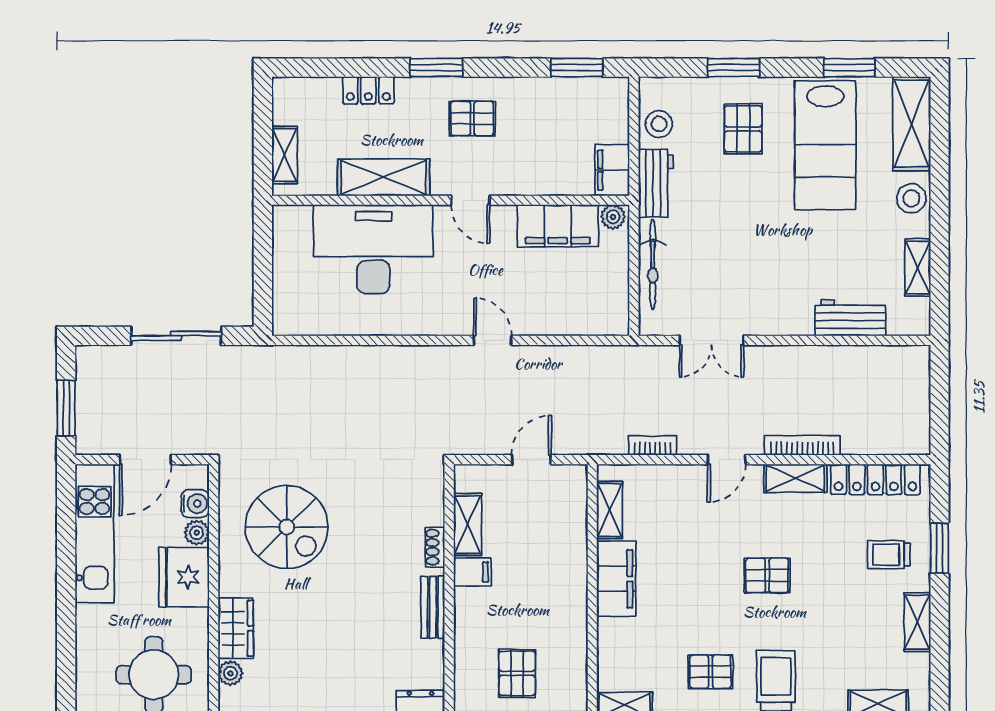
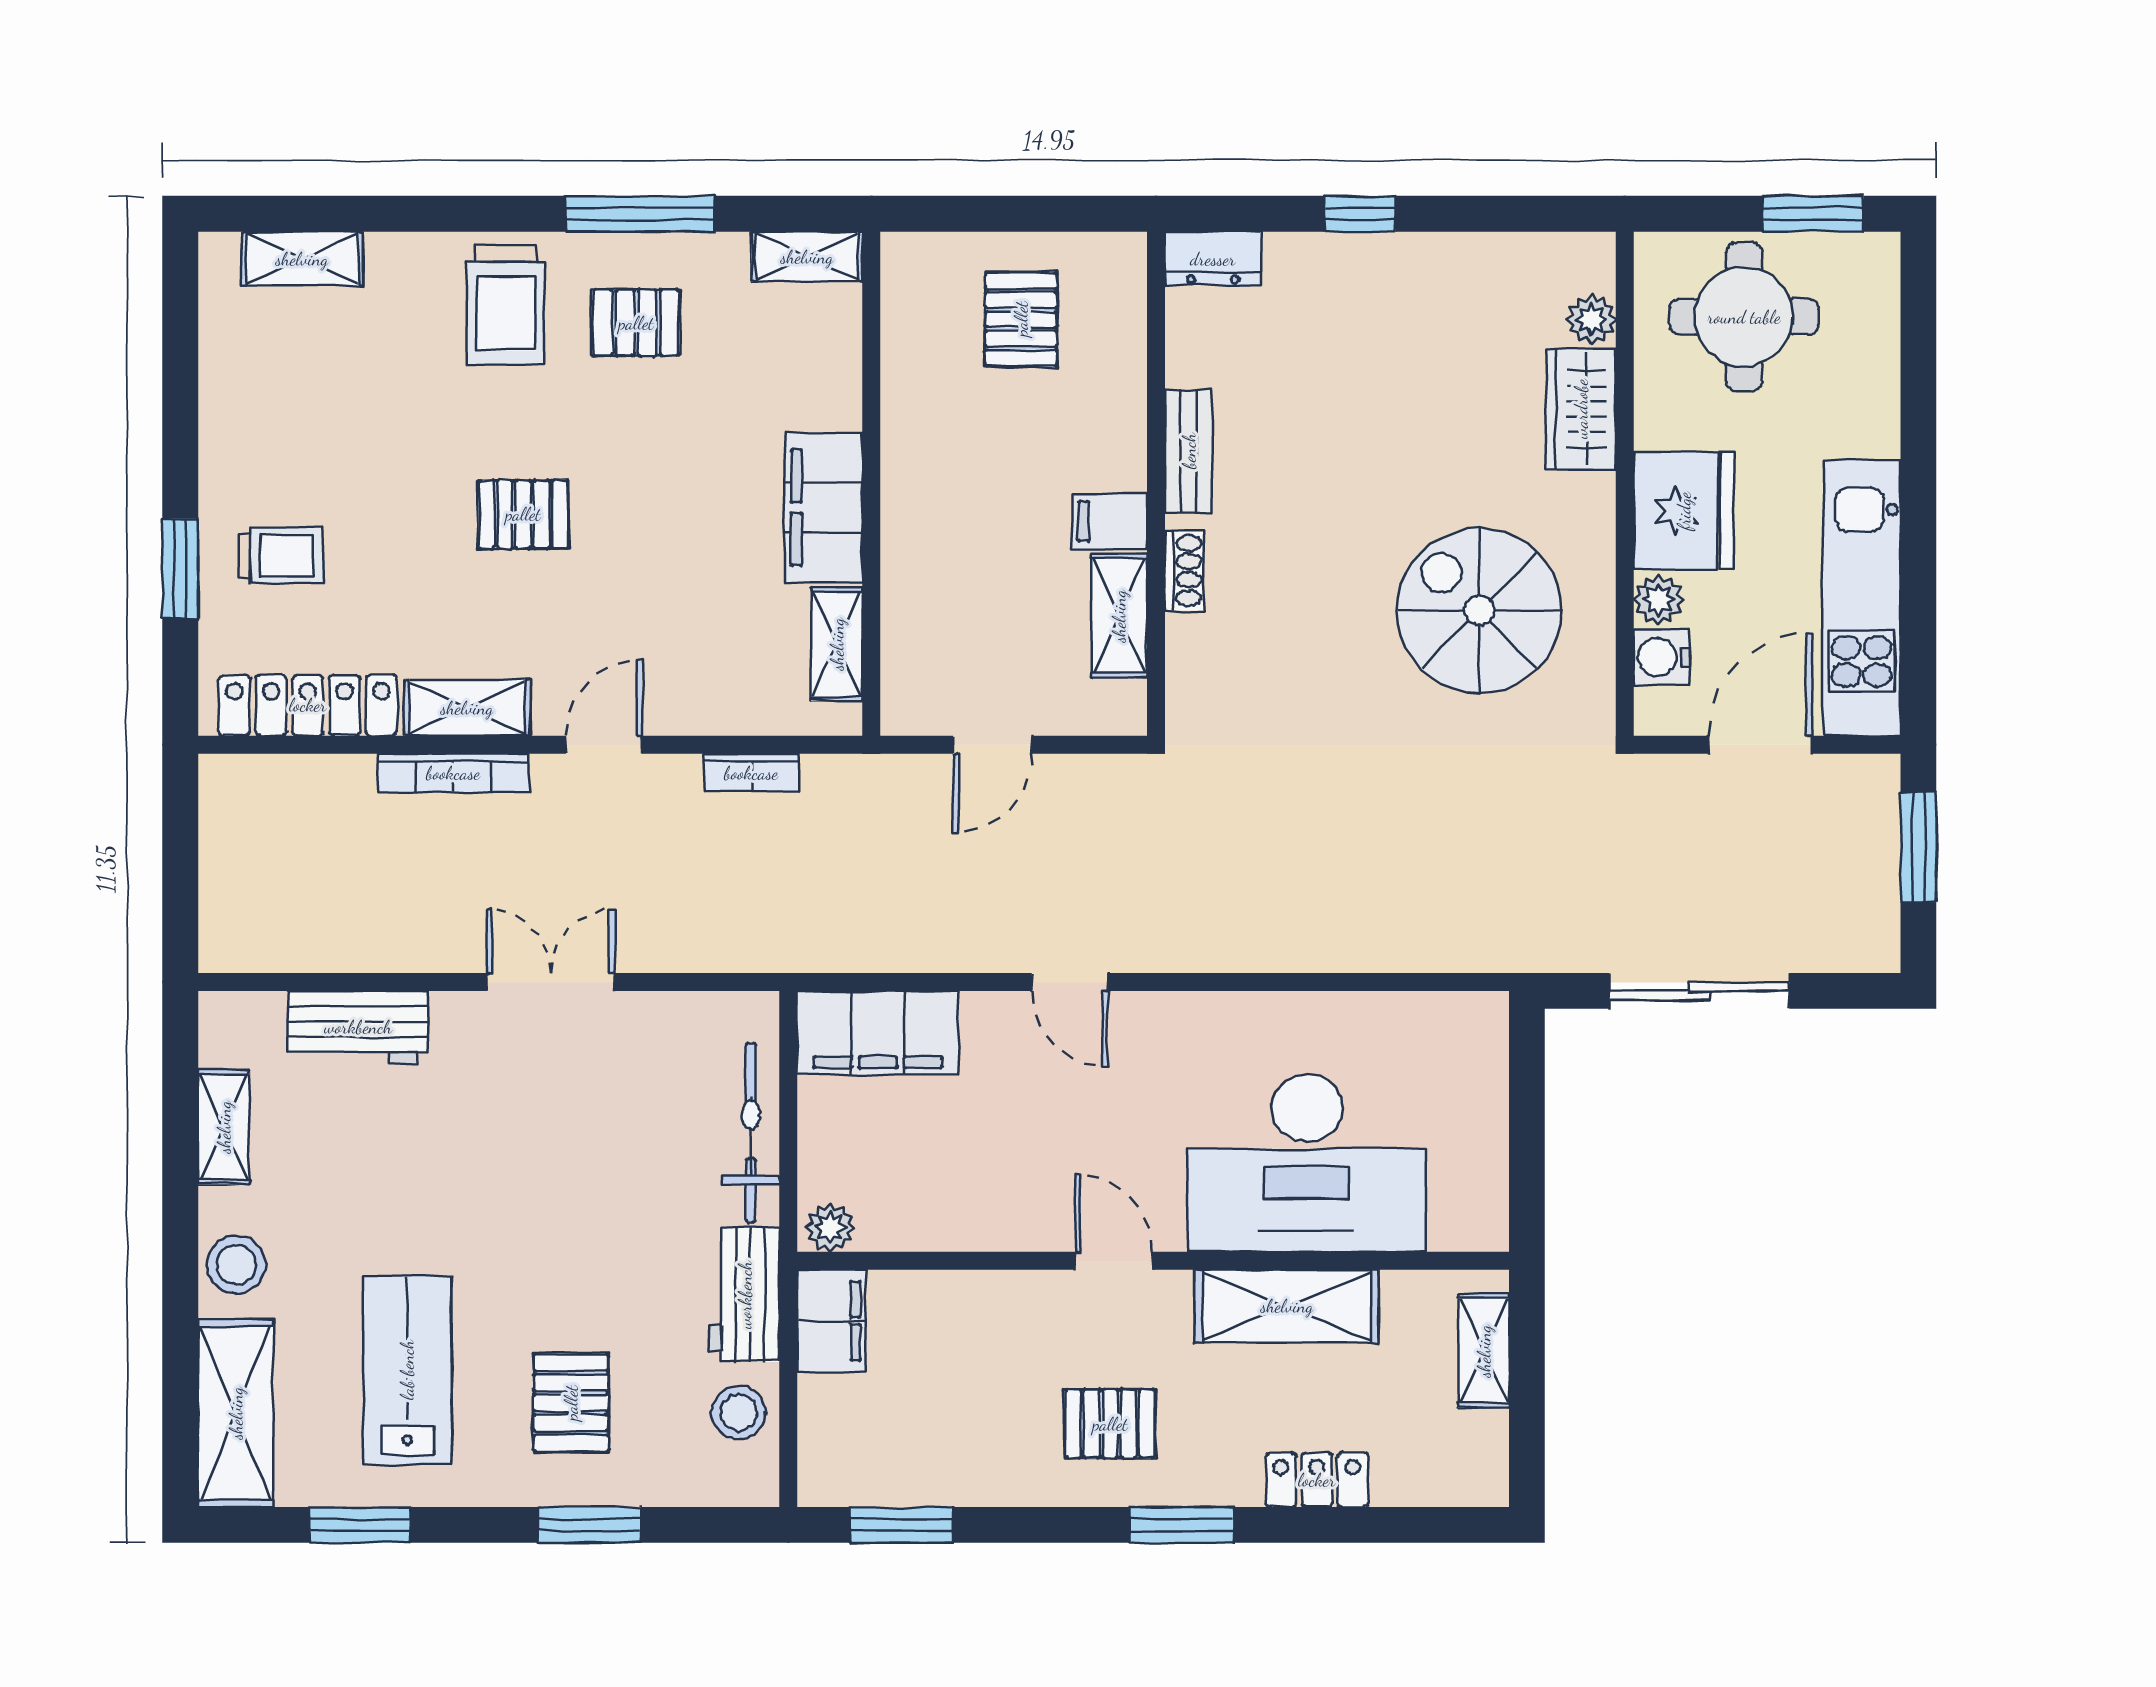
lab bench: (825, 145) -> (407, 1370), width x0.73, depth x0.72
filing cabinet: (558, 226) -> (878, 1033), moved, turned 180
double door: (711, 340) -> (551, 982), moved
shelving: (917, 622) -> (224, 421), removed

